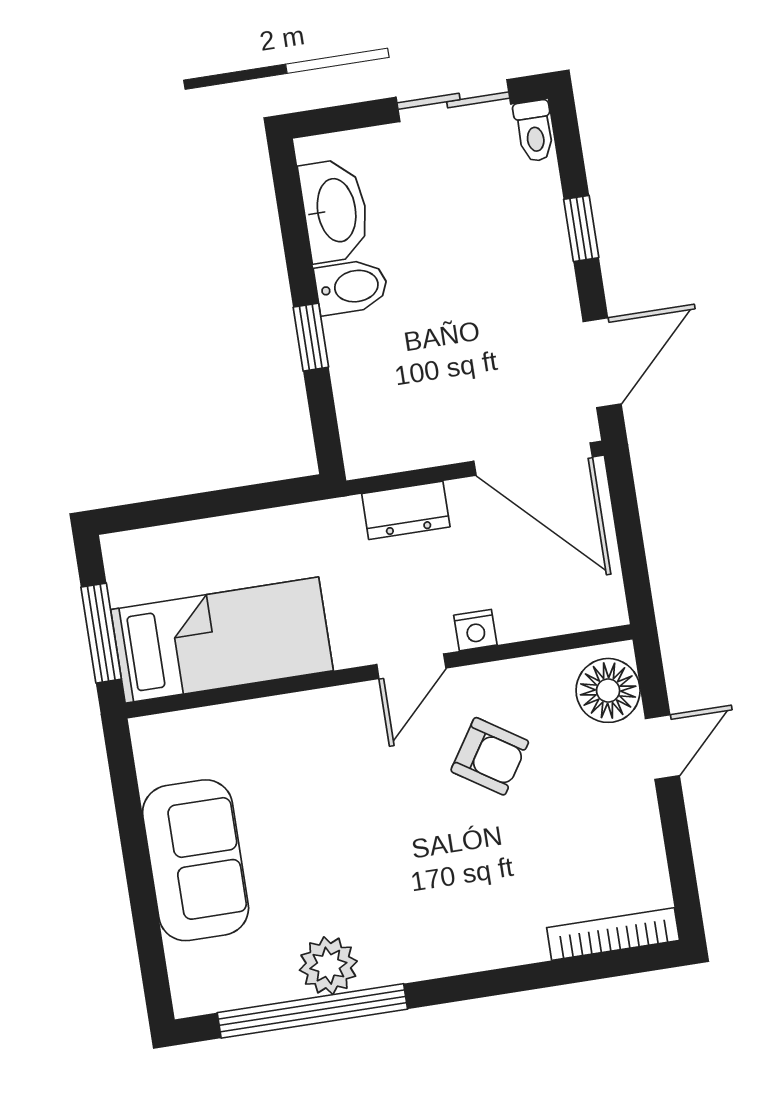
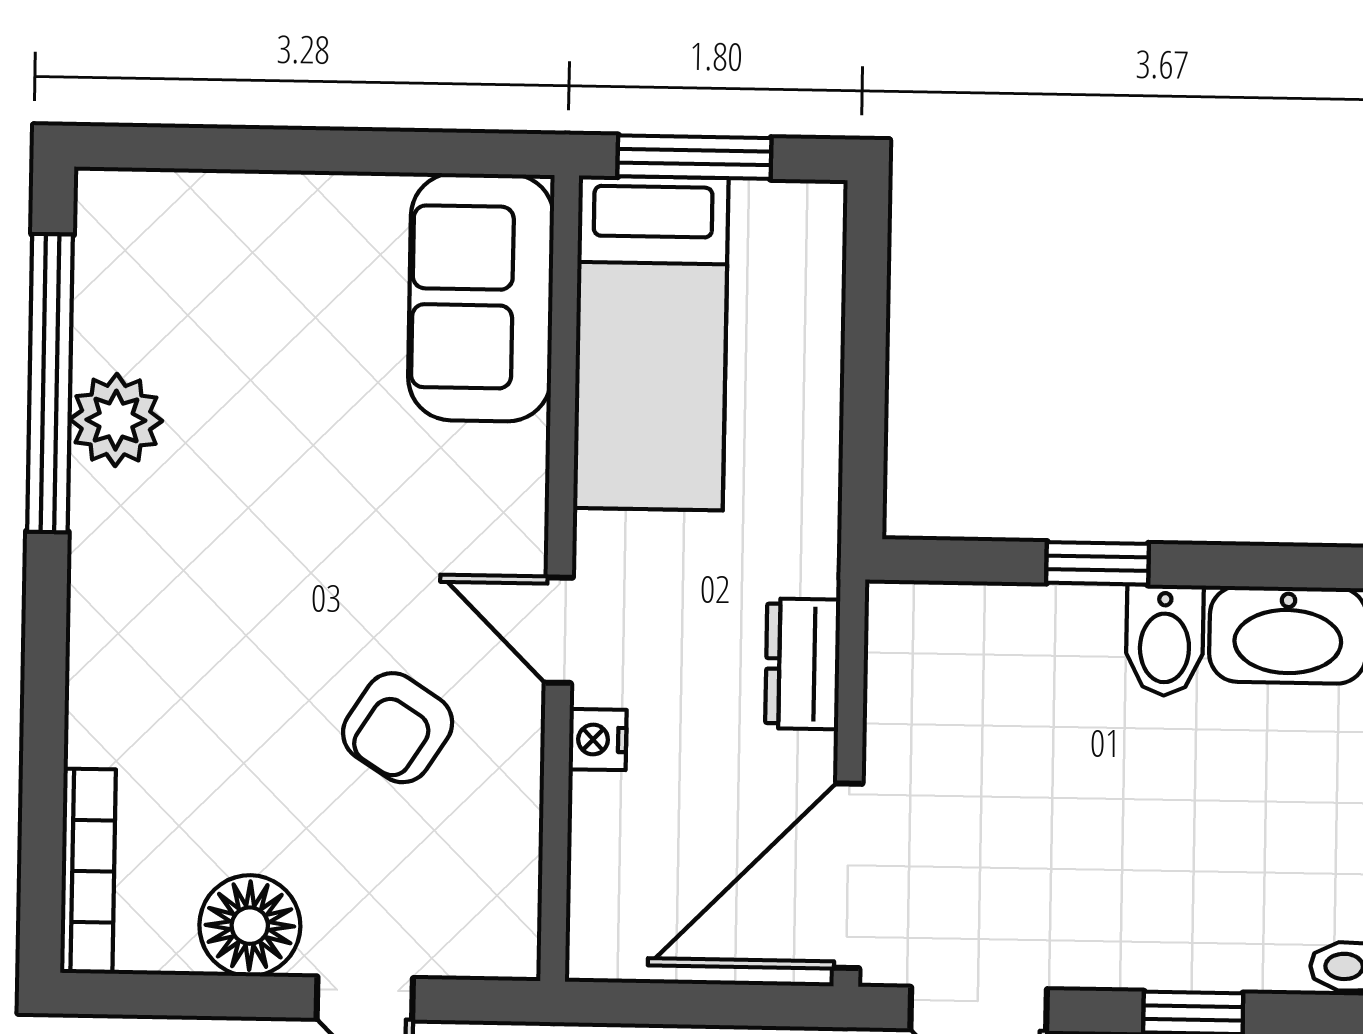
floor lamp: (608, 690) -> (250, 926), moved
sofa: (196, 860) -> (481, 297), moved, turned 90

